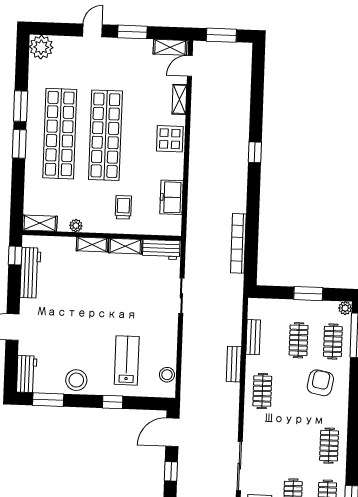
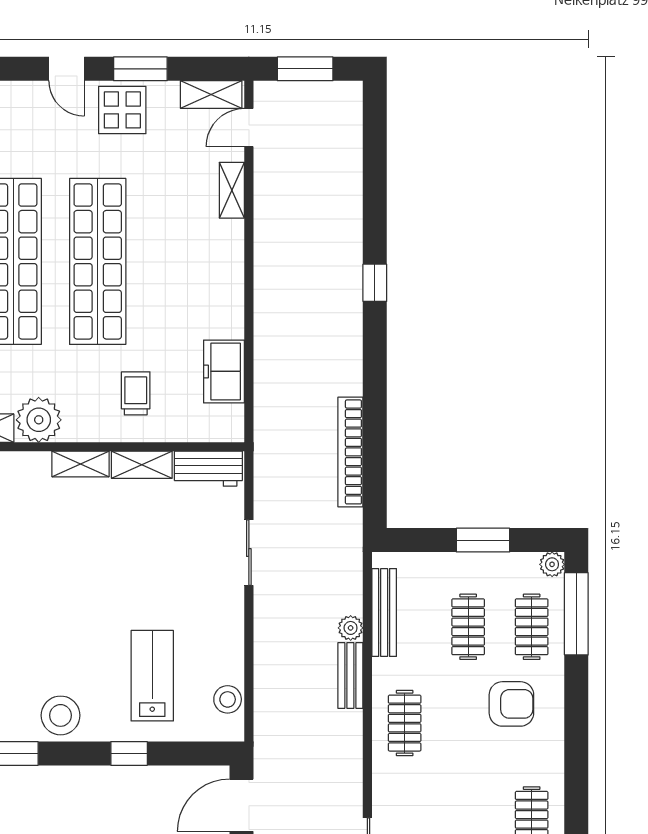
door: (92, 30) -> (67, 69), swing flipped
display table: (170, 139) -> (122, 110), moved
plant: (76, 226) -> (39, 420), width x1.87, depth x1.87
bench: (253, 337) -> (384, 612), width x1.36
plant: (235, 338) -> (351, 628), added
armchair: (320, 383) -> (511, 704), turned 79

